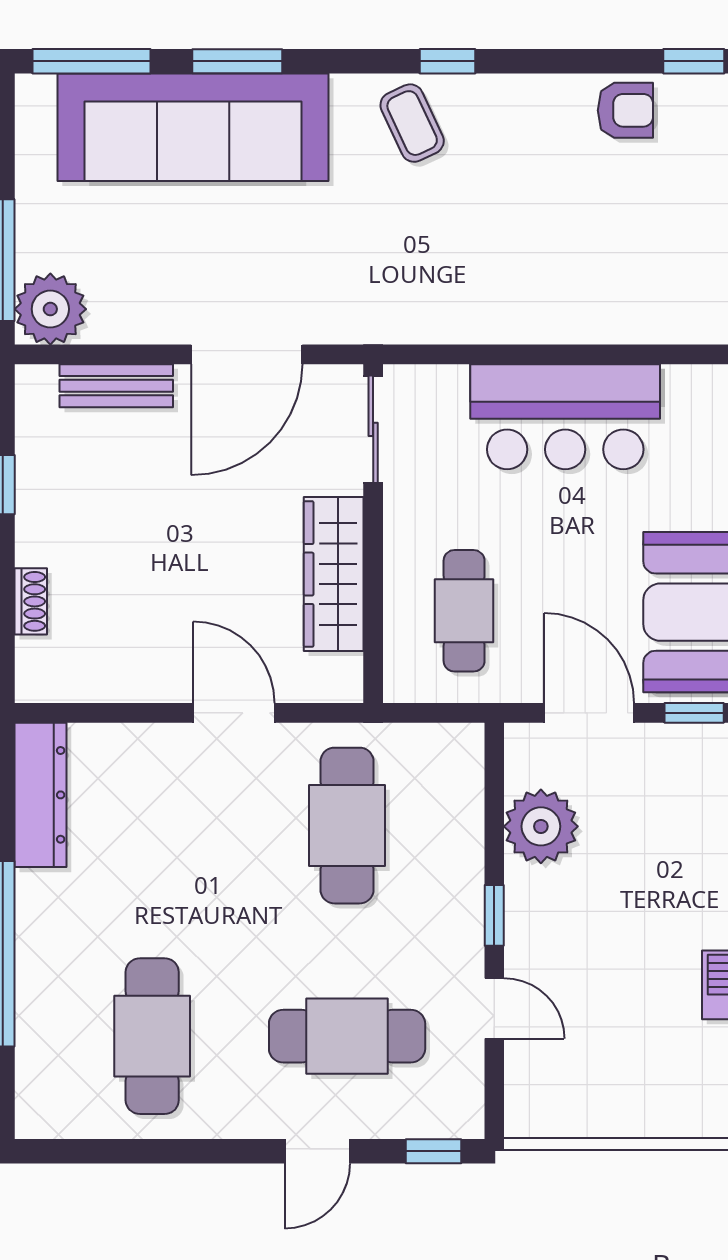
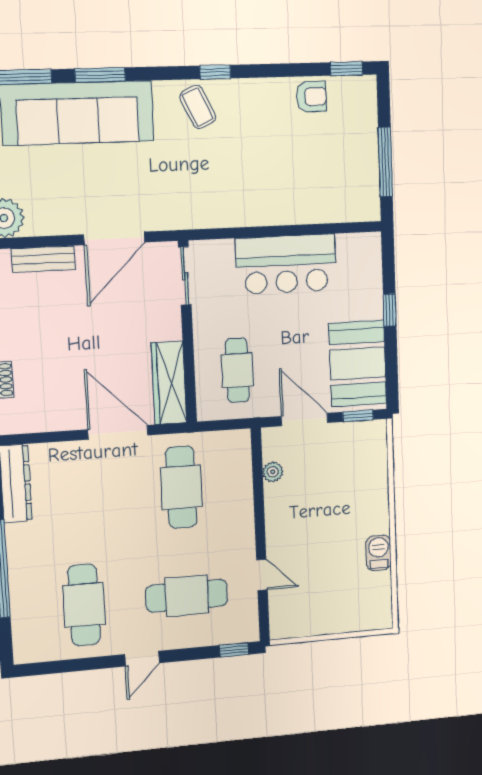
wardrobe: (334, 574) -> (169, 383), moved
door: (234, 713) -> (118, 432), width x1.36
plant: (541, 826) -> (273, 472), width x0.53, depth x0.53
window: (494, 915) -> (260, 528), removed
door: (317, 1151) -> (142, 659), moved

